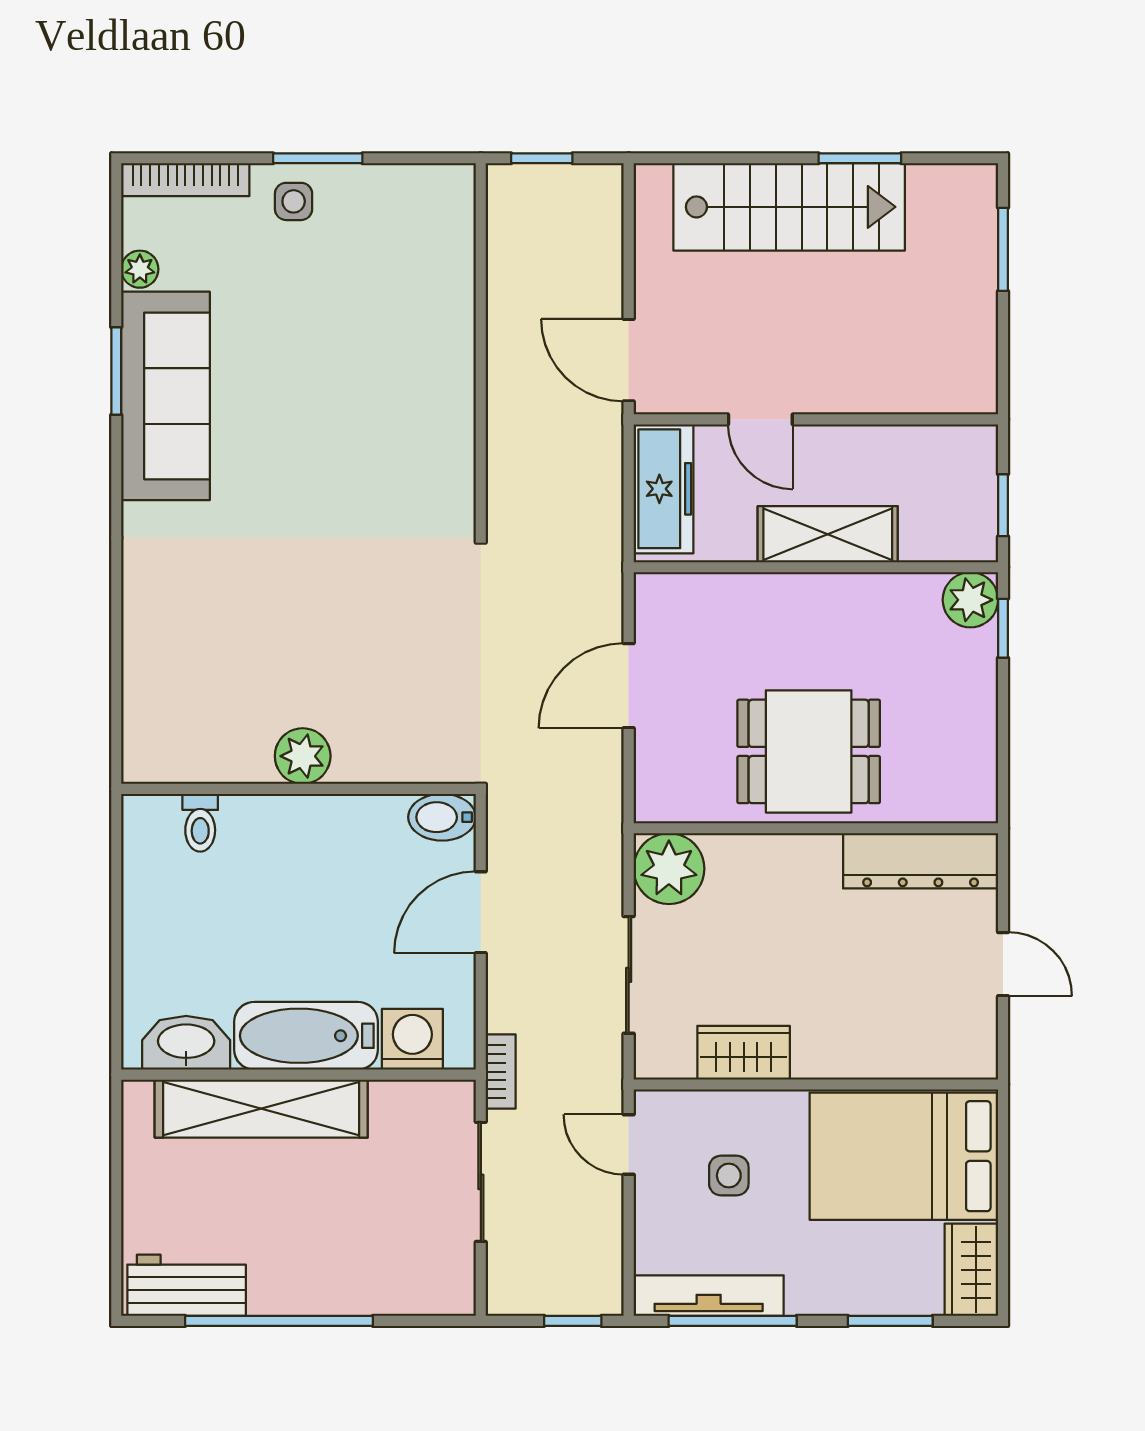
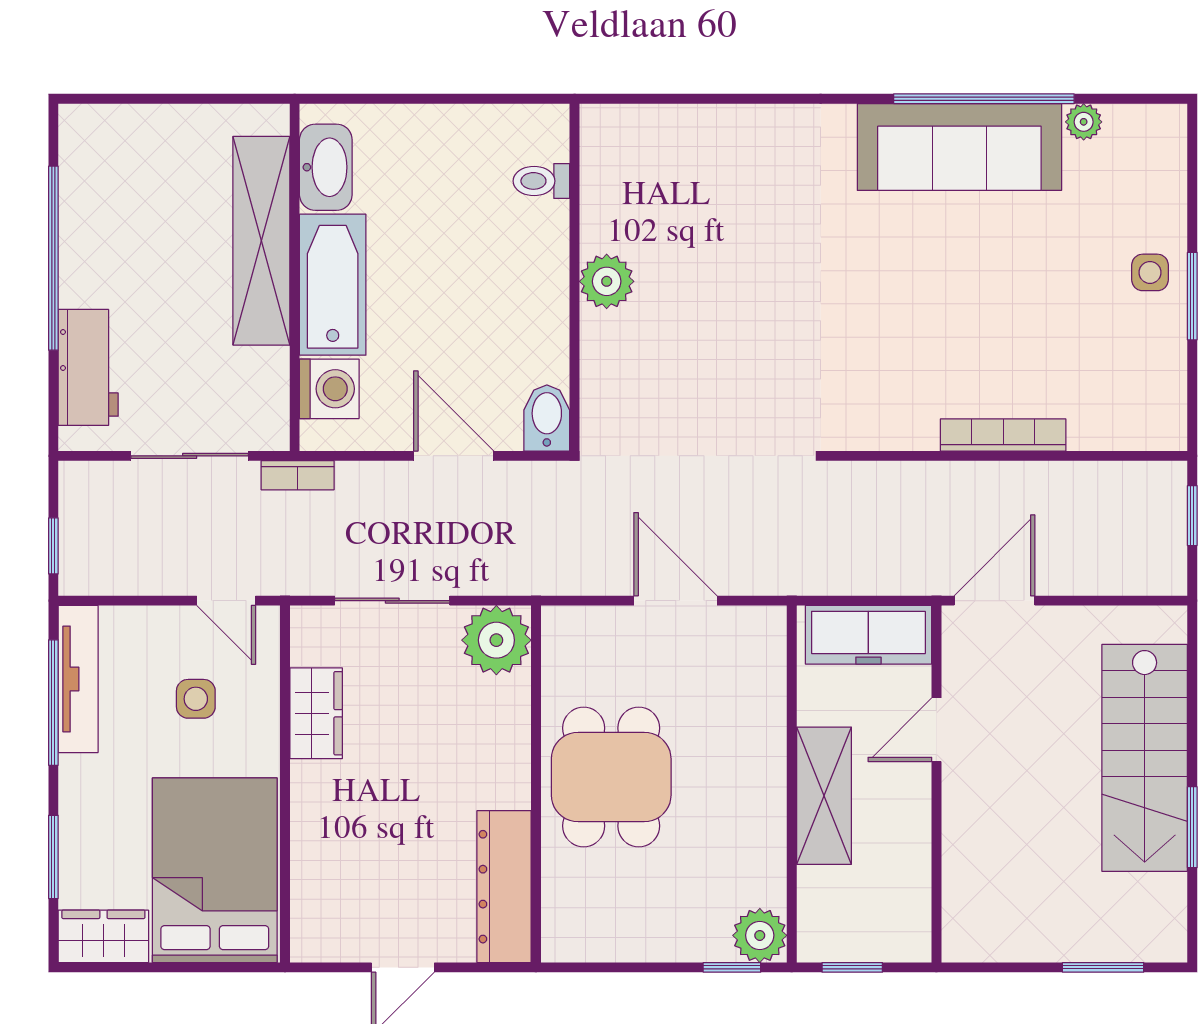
bookcase: (185, 180) -> (1003, 435), moved, turned 90
window: (116, 371) -> (984, 99), width x2.11
door: (629, 1145) -> (226, 601), swing flipped
workbench: (187, 1285) -> (88, 367), moved

